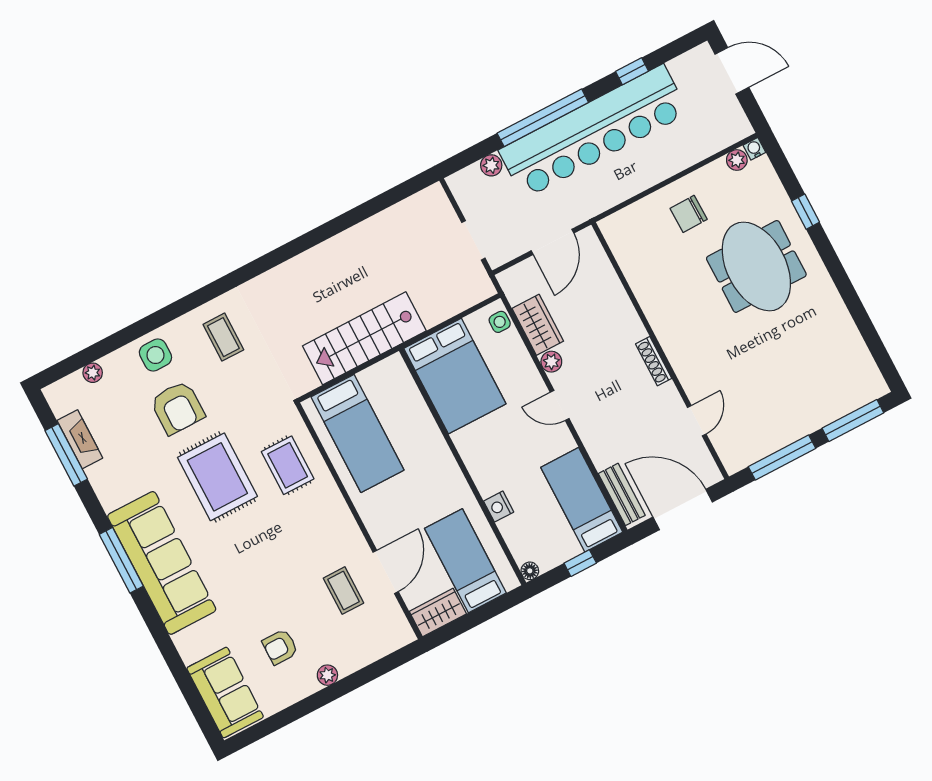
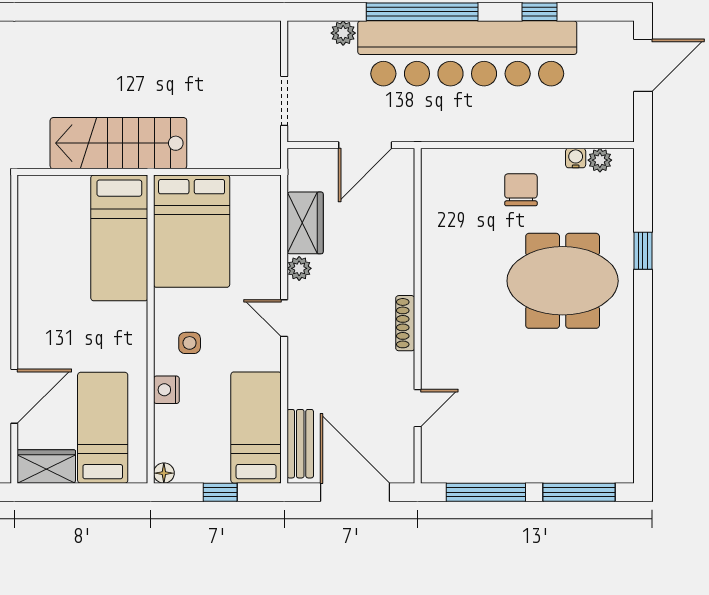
door: (732, 71) -> (643, 65), hinge flipped
water cooler: (754, 149) -> (576, 158), moved
chair: (689, 214) -> (521, 190), turned 91
meeting table: (756, 266) -> (563, 281), turned 90
side table: (500, 322) -> (190, 343), moved
bed: (358, 433) -> (119, 238), moved

